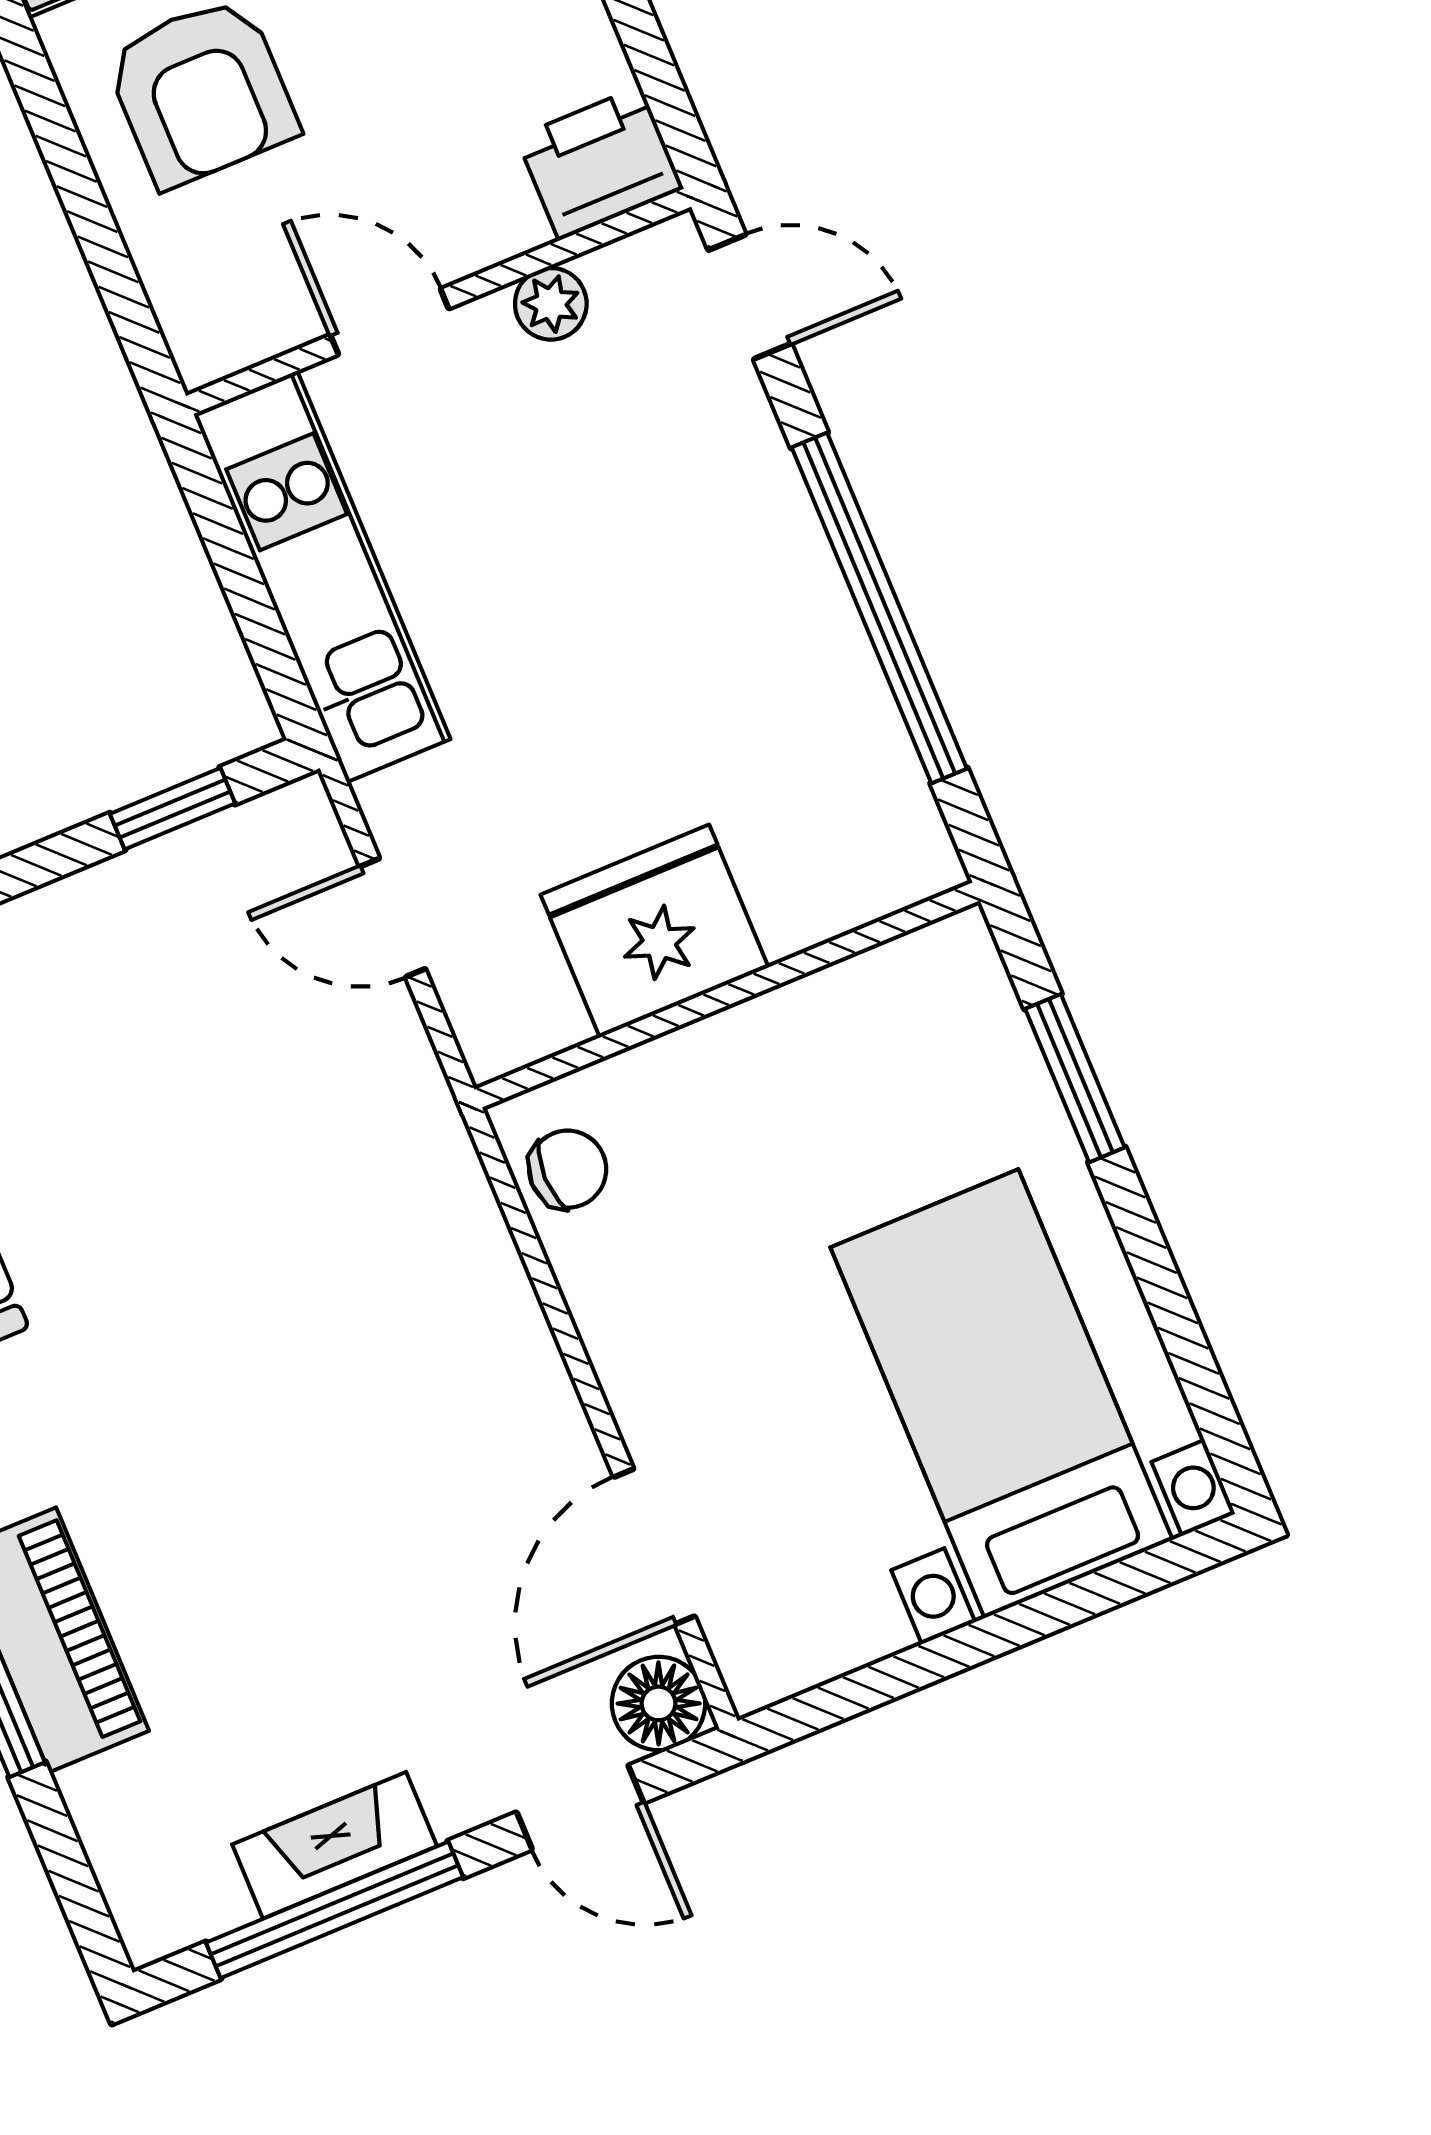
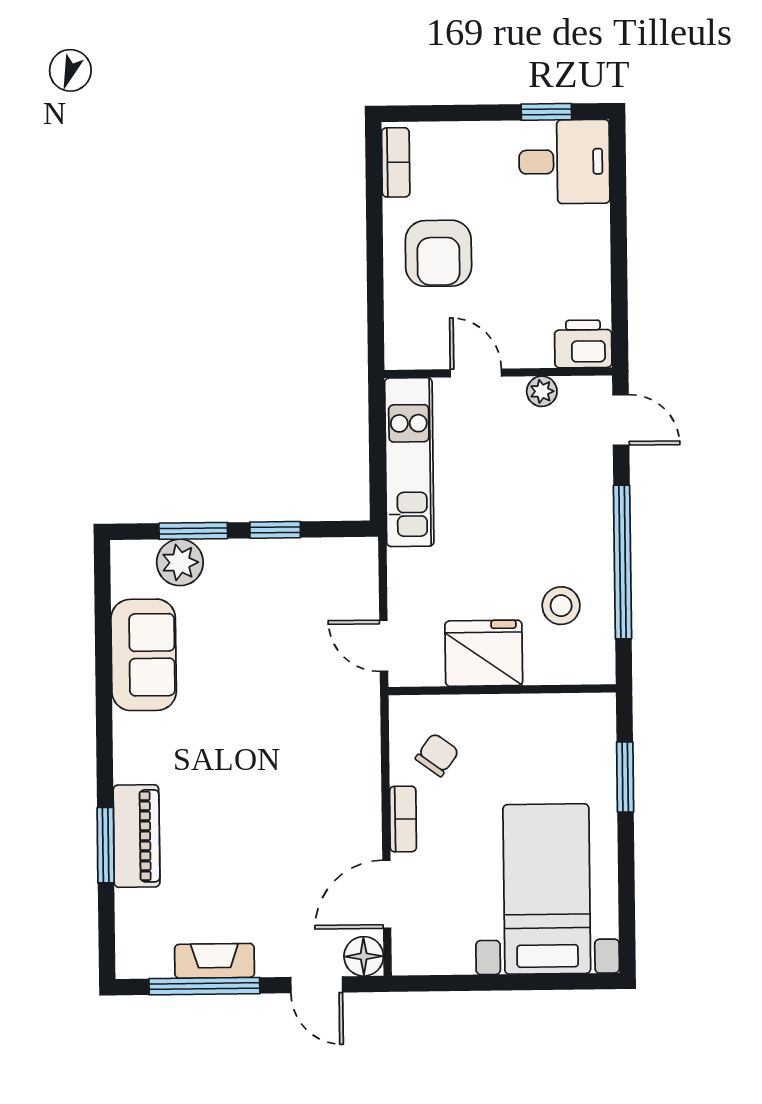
stool: (783, 758) -> (561, 606), added
window: (172, 809) -> (275, 530), moved
door: (393, 918) -> (384, 646), moved
chair: (568, 1169) -> (437, 755), moved, turned -54
bookcase: (624, 1367) -> (403, 819), added

